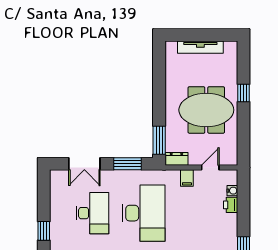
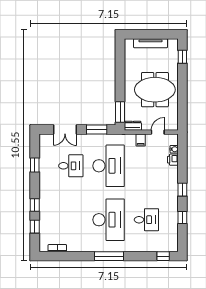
window: (243, 93) -> (182, 57), moved
desk: (92, 213) -> (71, 166), width x0.73
window: (44, 231) -> (35, 165), moved

